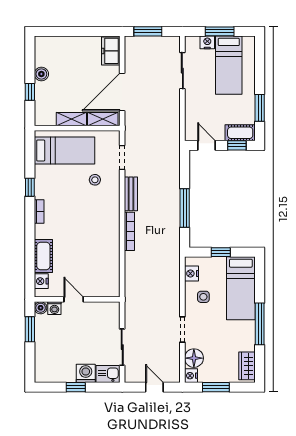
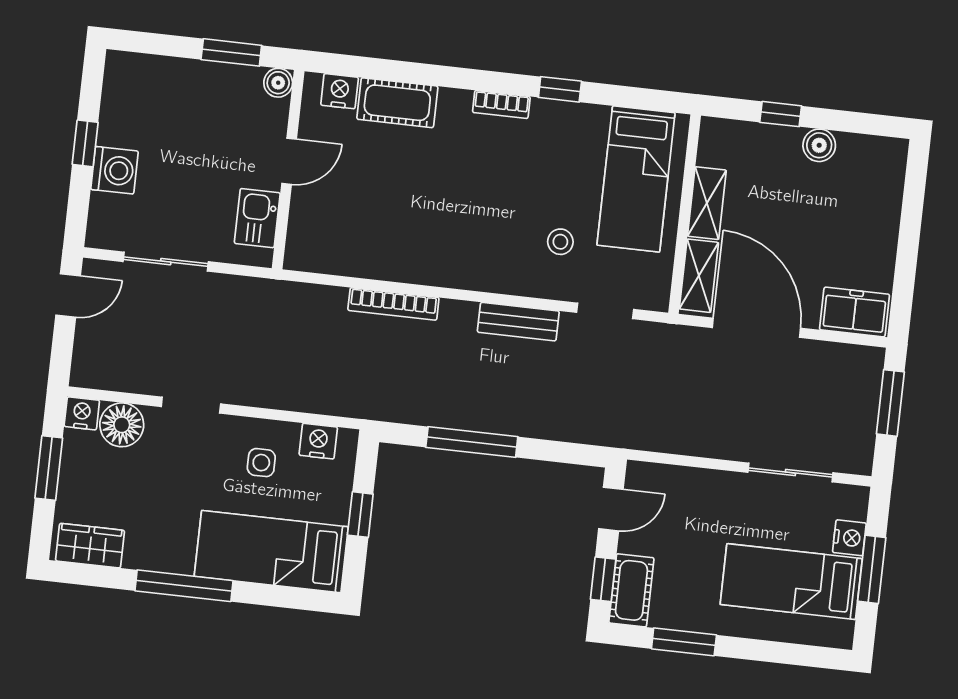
bookcase: (129, 231) -> (393, 304), moved
washing machine: (54, 308) -> (274, 115), removed
kitchen sink: (108, 374) -> (257, 218), moved, turned 180
door: (154, 387) -> (68, 295), moved

